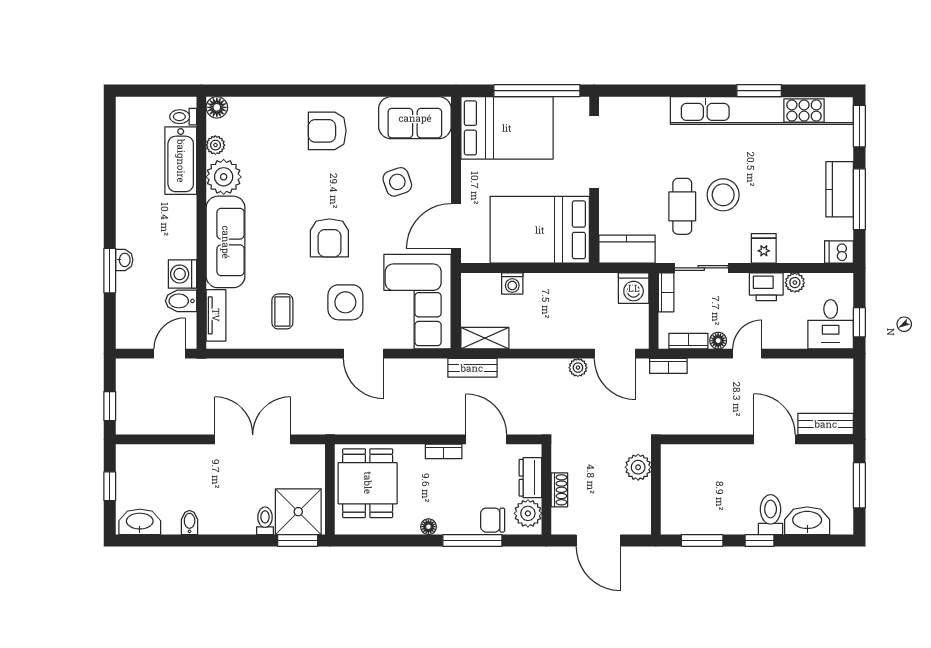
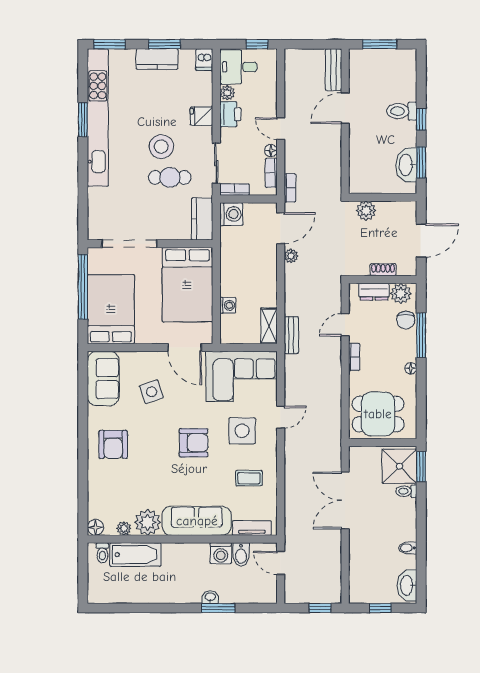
window: (859, 199) -> (165, 44), width x0.69
desk: (831, 324) -> (238, 67), moved, turned 180
door: (364, 354) -> (281, 417), width x0.73
door: (486, 439) -> (345, 325), width x0.73
washbasin: (807, 521) -> (406, 165), moved

